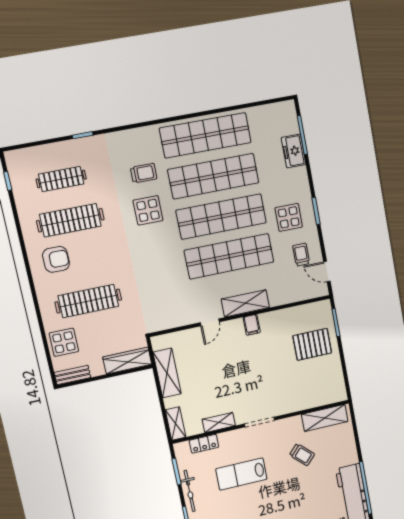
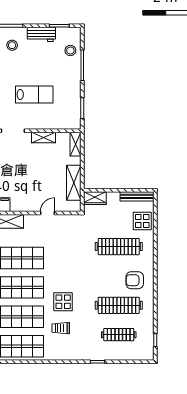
door: (210, 322) -> (47, 213), moved
wardrobe: (127, 361) -> (95, 198), width x0.67
bench: (72, 375) -> (137, 196), width x1.36
locker: (204, 444) -> (58, 124), removed
bicycle: (190, 491) -> (76, 91), removed

